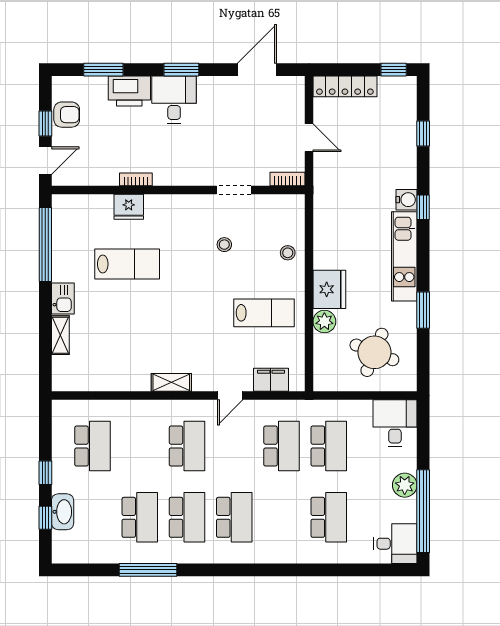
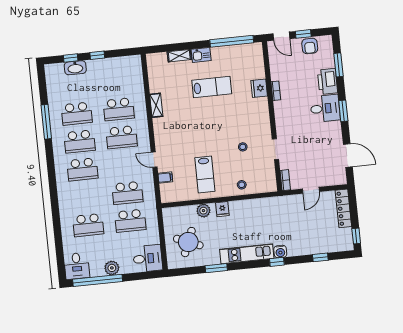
lab bench: (127, 264) -> (212, 87), moved, turned -90
fridge: (329, 289) -> (222, 209), width x0.53, depth x0.75
filing cabinet: (271, 380) -> (165, 178), width x0.50
shelving: (171, 382) -> (156, 105), moved
school desk: (92, 446) -> (119, 109), moved

